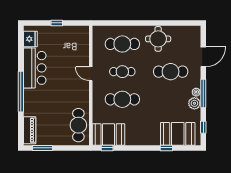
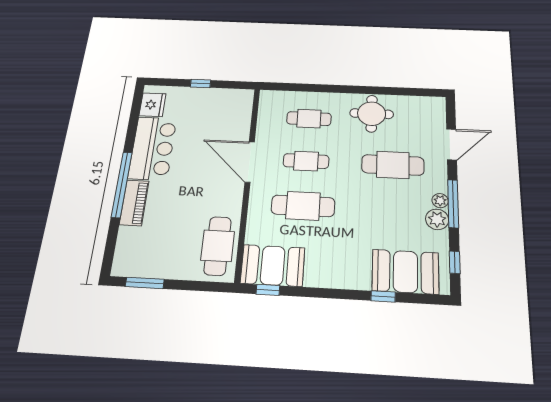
cafe table: (122, 44) -> (309, 119), width x0.73, depth x0.74
door: (91, 74) -> (250, 162), width x1.87
piano: (30, 130) -> (134, 203), moved

